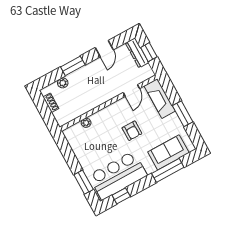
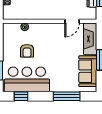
armchair: (132, 131) -> (27, 51), moved
sofa: (168, 152) -> (88, 71), moved, turned -90

